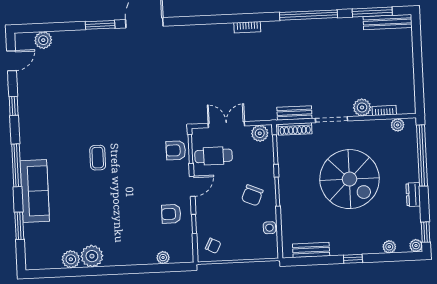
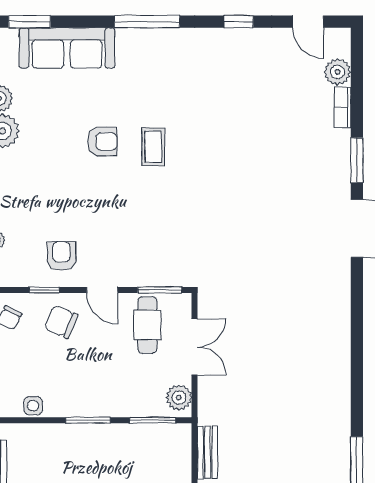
bookcase: (247, 27) -> (343, 107), moved
shoe rack: (295, 129) -> (183, 452), removed
armchair: (176, 150) -> (102, 141), moved, turned 90
coffee table: (98, 158) -> (153, 147), turned 90
sofa: (35, 191) -> (67, 48), moved
chair: (252, 195) -> (61, 322), moved
window: (19, 226) -> (30, 22), moved

